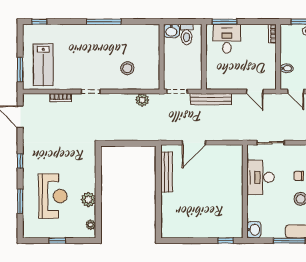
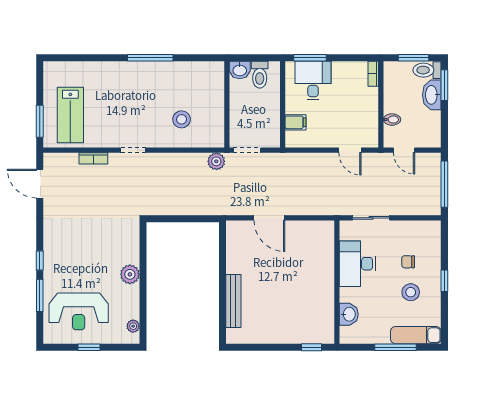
window: (39, 22) -> (65, 58), removed
filing cabinet: (214, 70) -> (296, 122), added
bench: (211, 99) -> (292, 160), removed
plant: (142, 100) -> (216, 161), moved
door: (194, 143) -> (269, 218), hinge flipped
window: (20, 161) -> (40, 261), moved
bench: (167, 172) -> (233, 301), moved
reception desk: (53, 196) -> (79, 311), moved, turned 90
plant: (88, 200) -> (130, 274), moved
washbasin: (254, 230) -> (349, 314), moved

